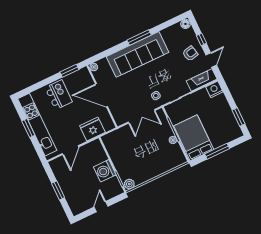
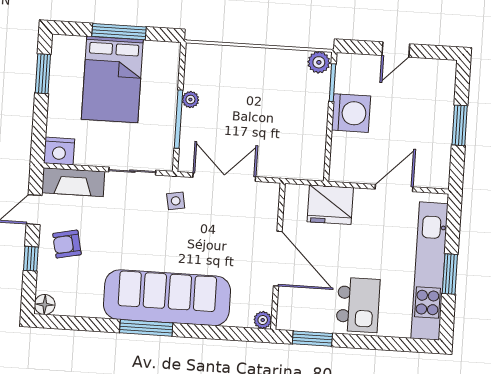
kitchen island: (59, 95) -> (358, 305), turned 180
bed: (194, 138) -> (112, 80), moved

